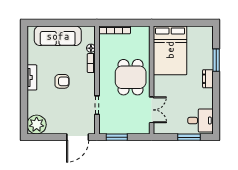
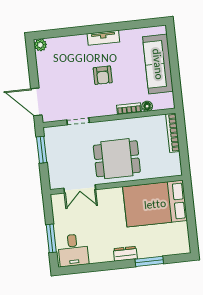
plant: (37, 125) -> (40, 45), width x0.53, depth x0.53

